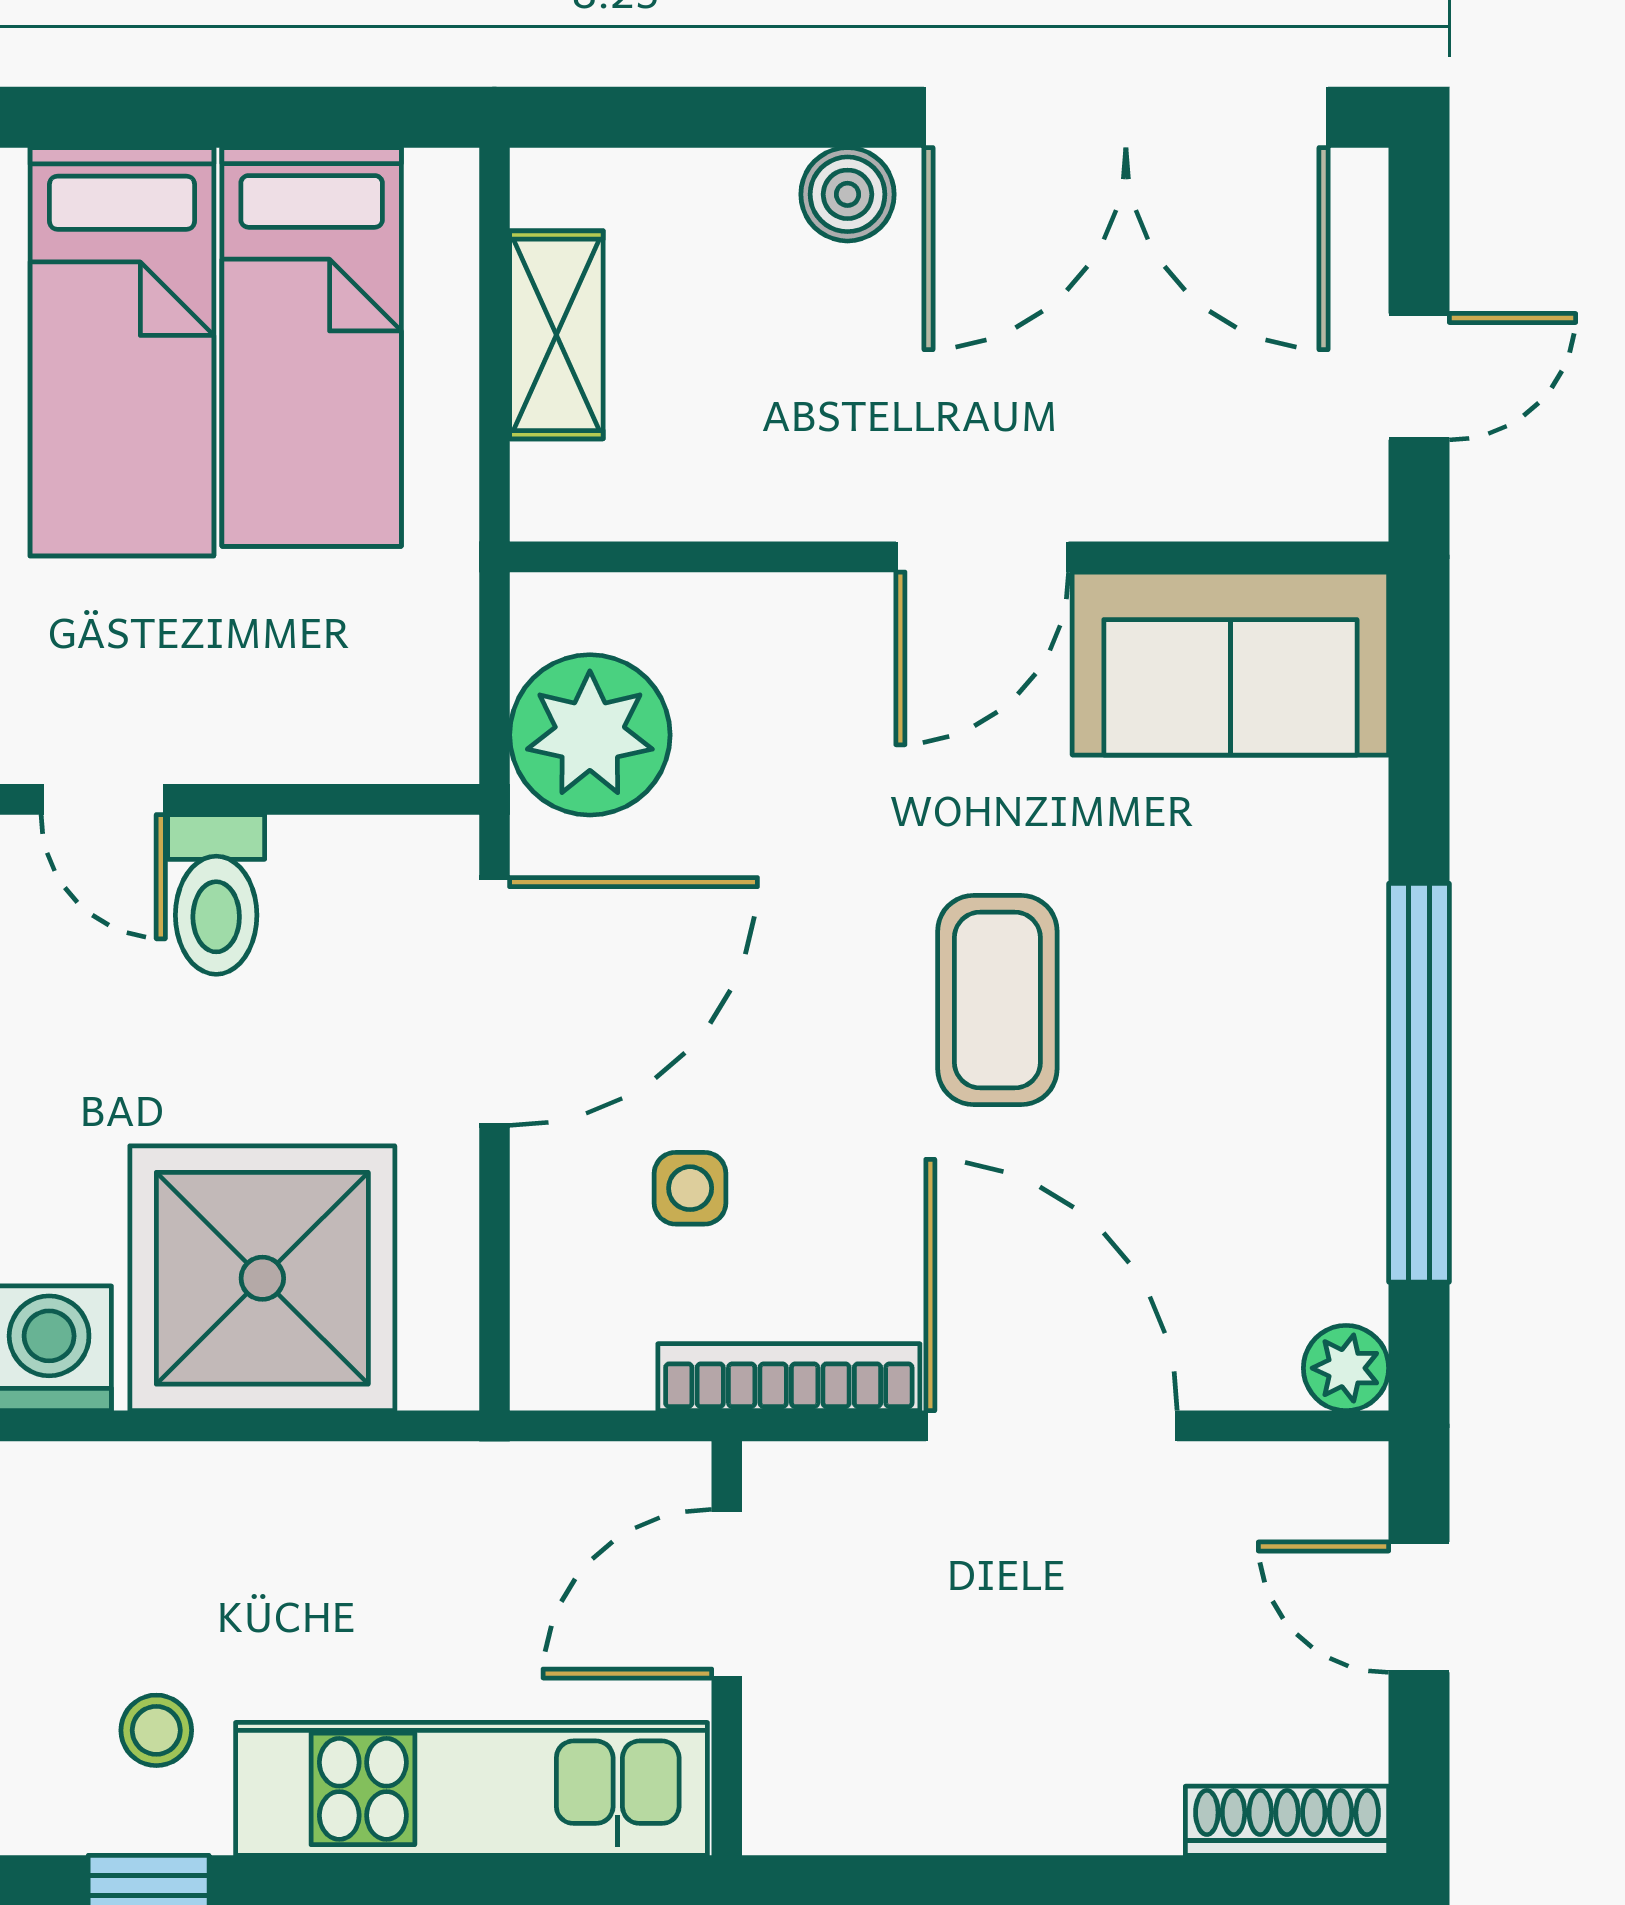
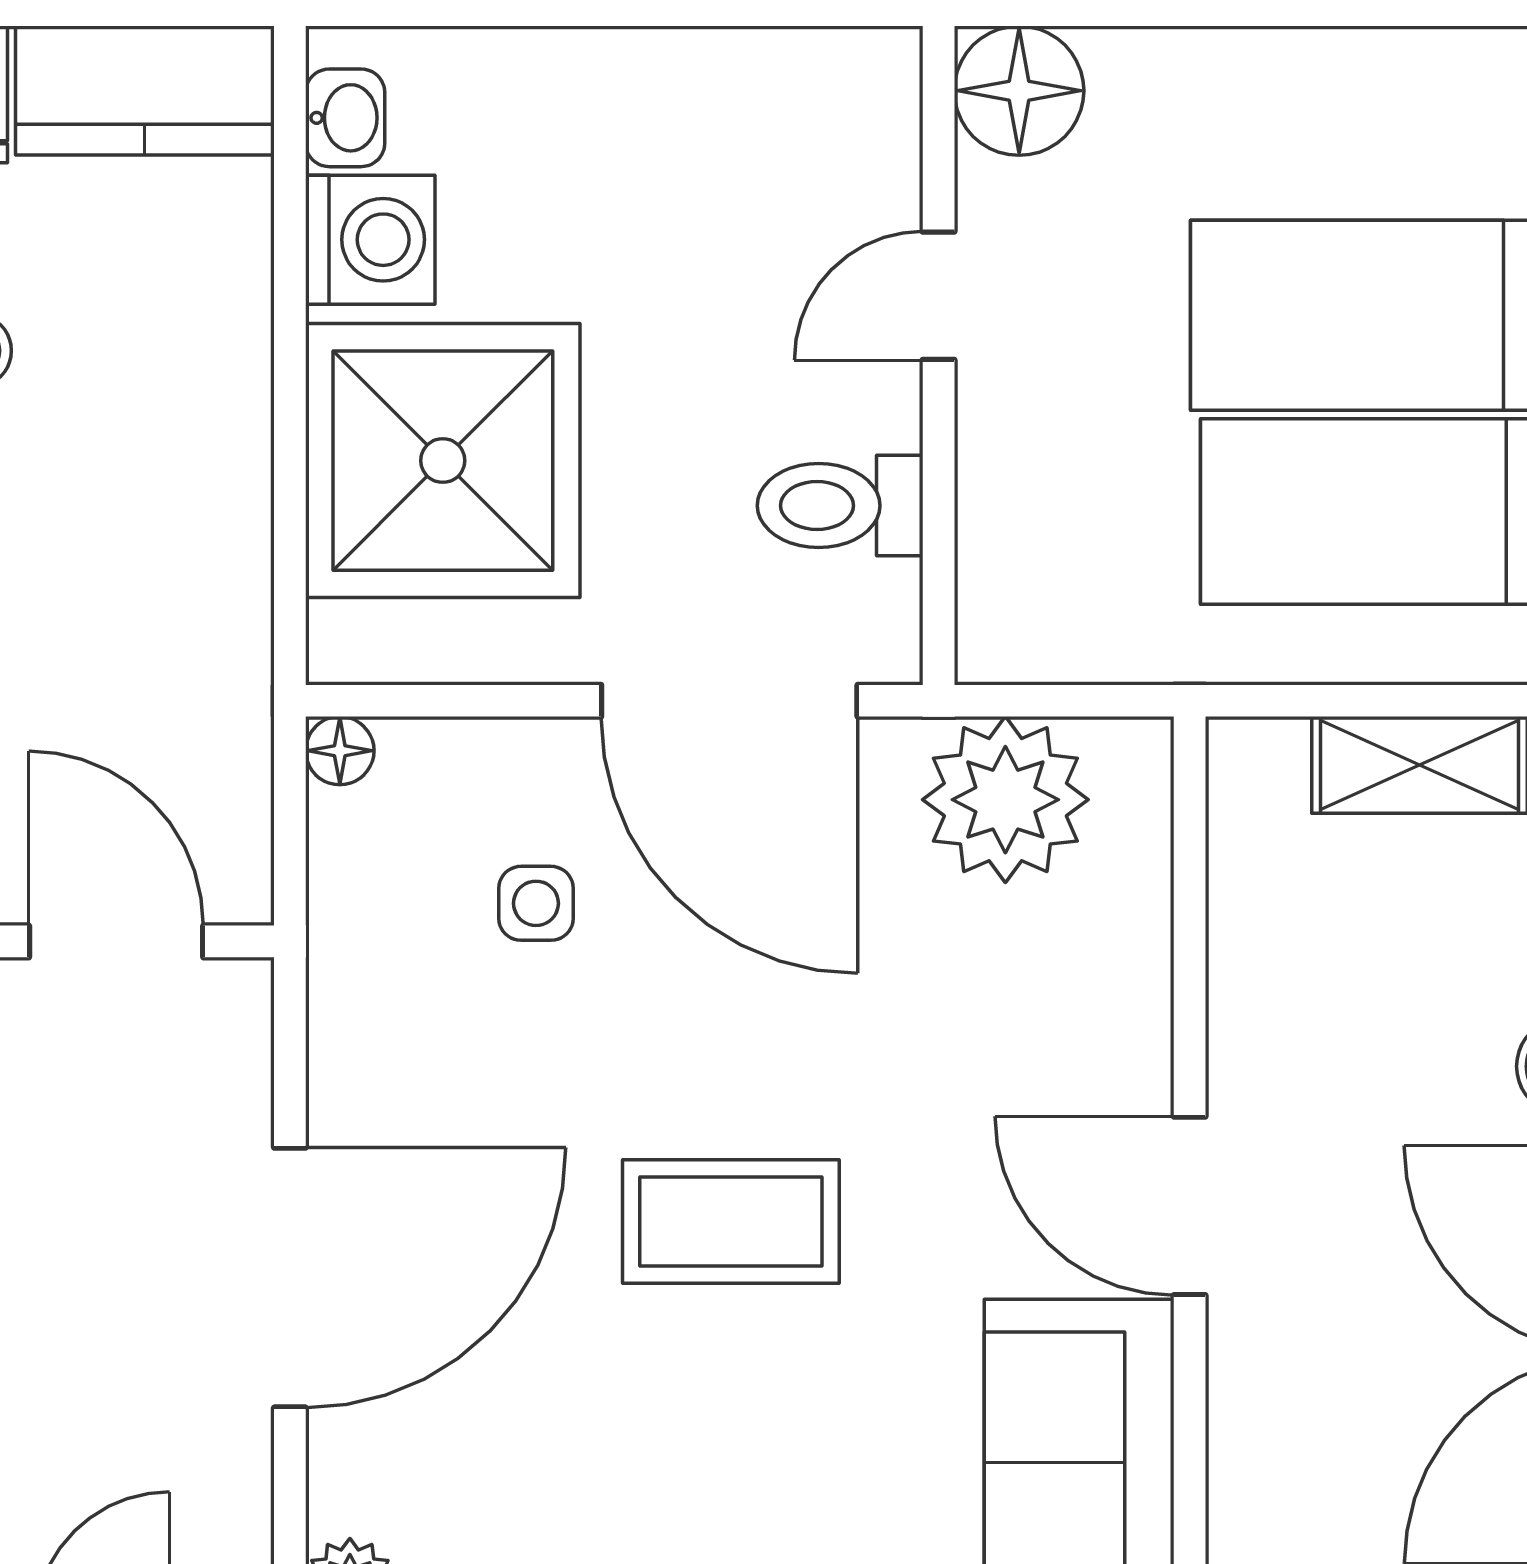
toilet: (216, 894) -> (840, 506), moved
bookcase: (789, 1377) -> (340, 1006), removed
floor lamp: (543, 1378) -> (340, 751), added

